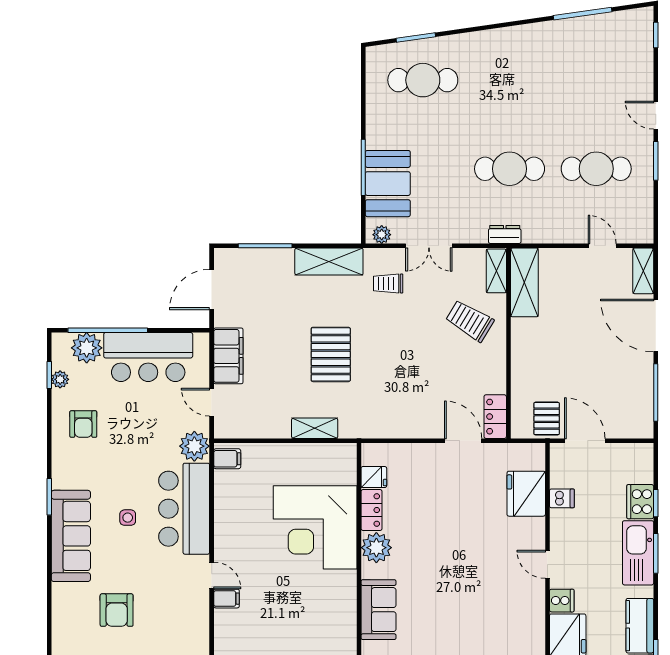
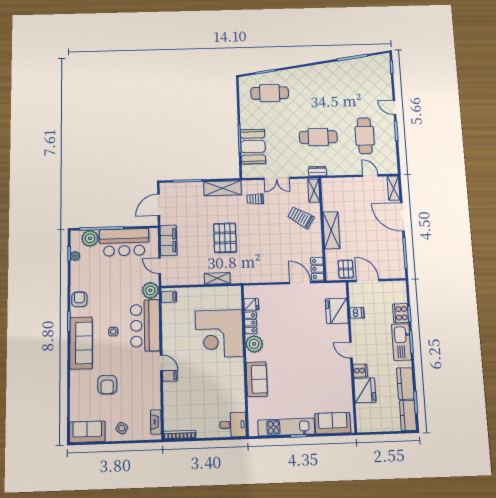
cafe table: (596, 169) -> (365, 136), turned 90
plant: (382, 235) -> (251, 173), removed
shelving: (524, 282) -> (331, 230), moved
armchair: (83, 424) -> (79, 299), moved, turned 180

